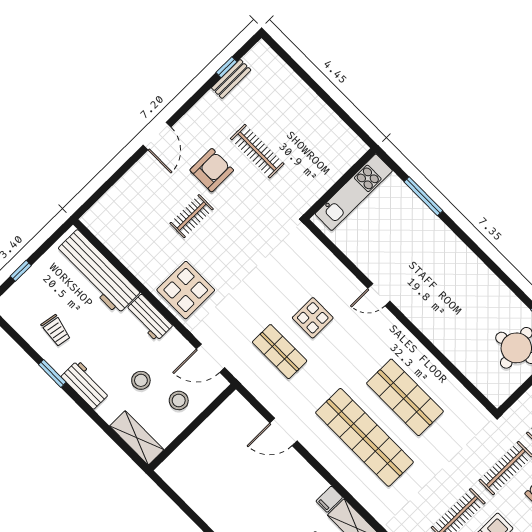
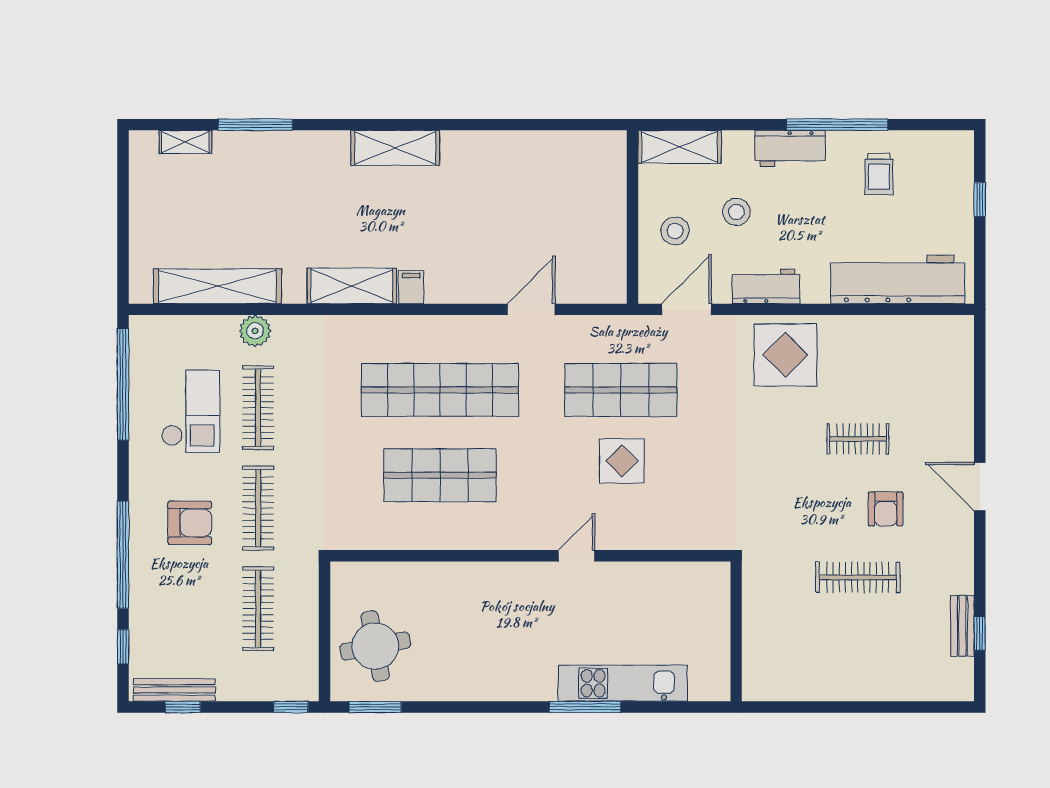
armchair: (212, 170) -> (886, 509), width x0.72, depth x0.72
kitchen unit: (354, 192) -> (623, 683), moved, turned 90
window: (423, 196) -> (585, 707), moved
clothes rail: (192, 216) -> (858, 439), turned 90
workbench: (149, 318) -> (766, 286), moved
trolley: (56, 331) -> (879, 174), turned -100
shop shelf: (280, 352) -> (621, 390), width x1.43, depth x1.36
window: (52, 373) -> (837, 125), width x2.11

